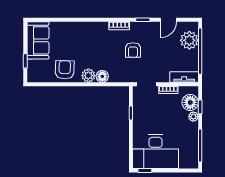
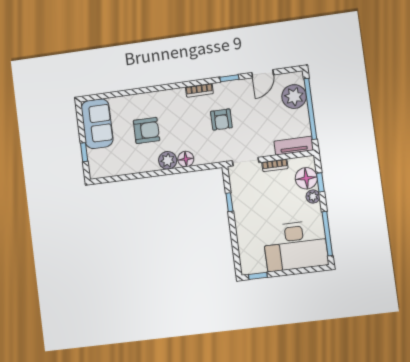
armchair: (65, 70) -> (146, 130), moved, turned 88
desk: (156, 152) -> (295, 246), moved

